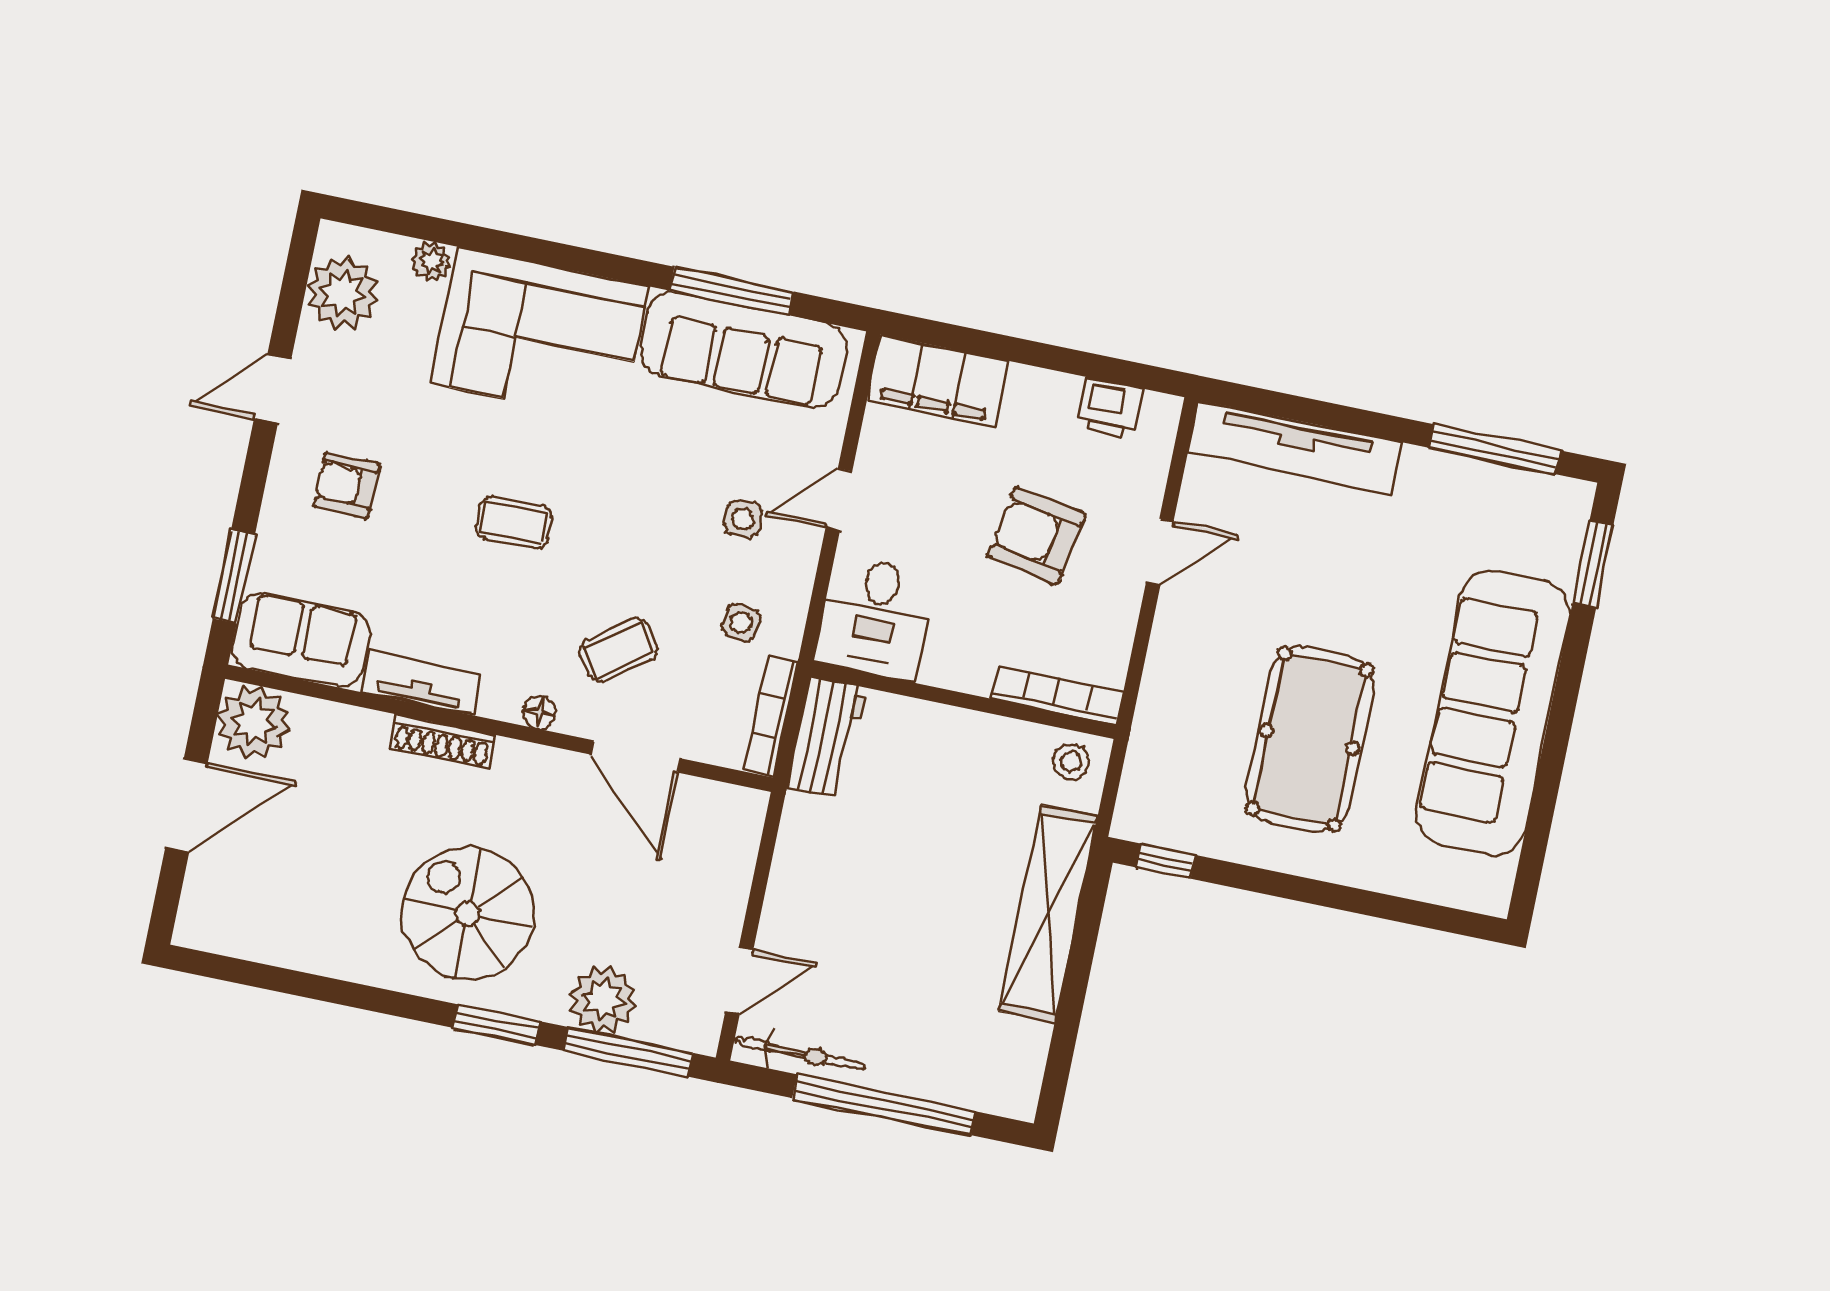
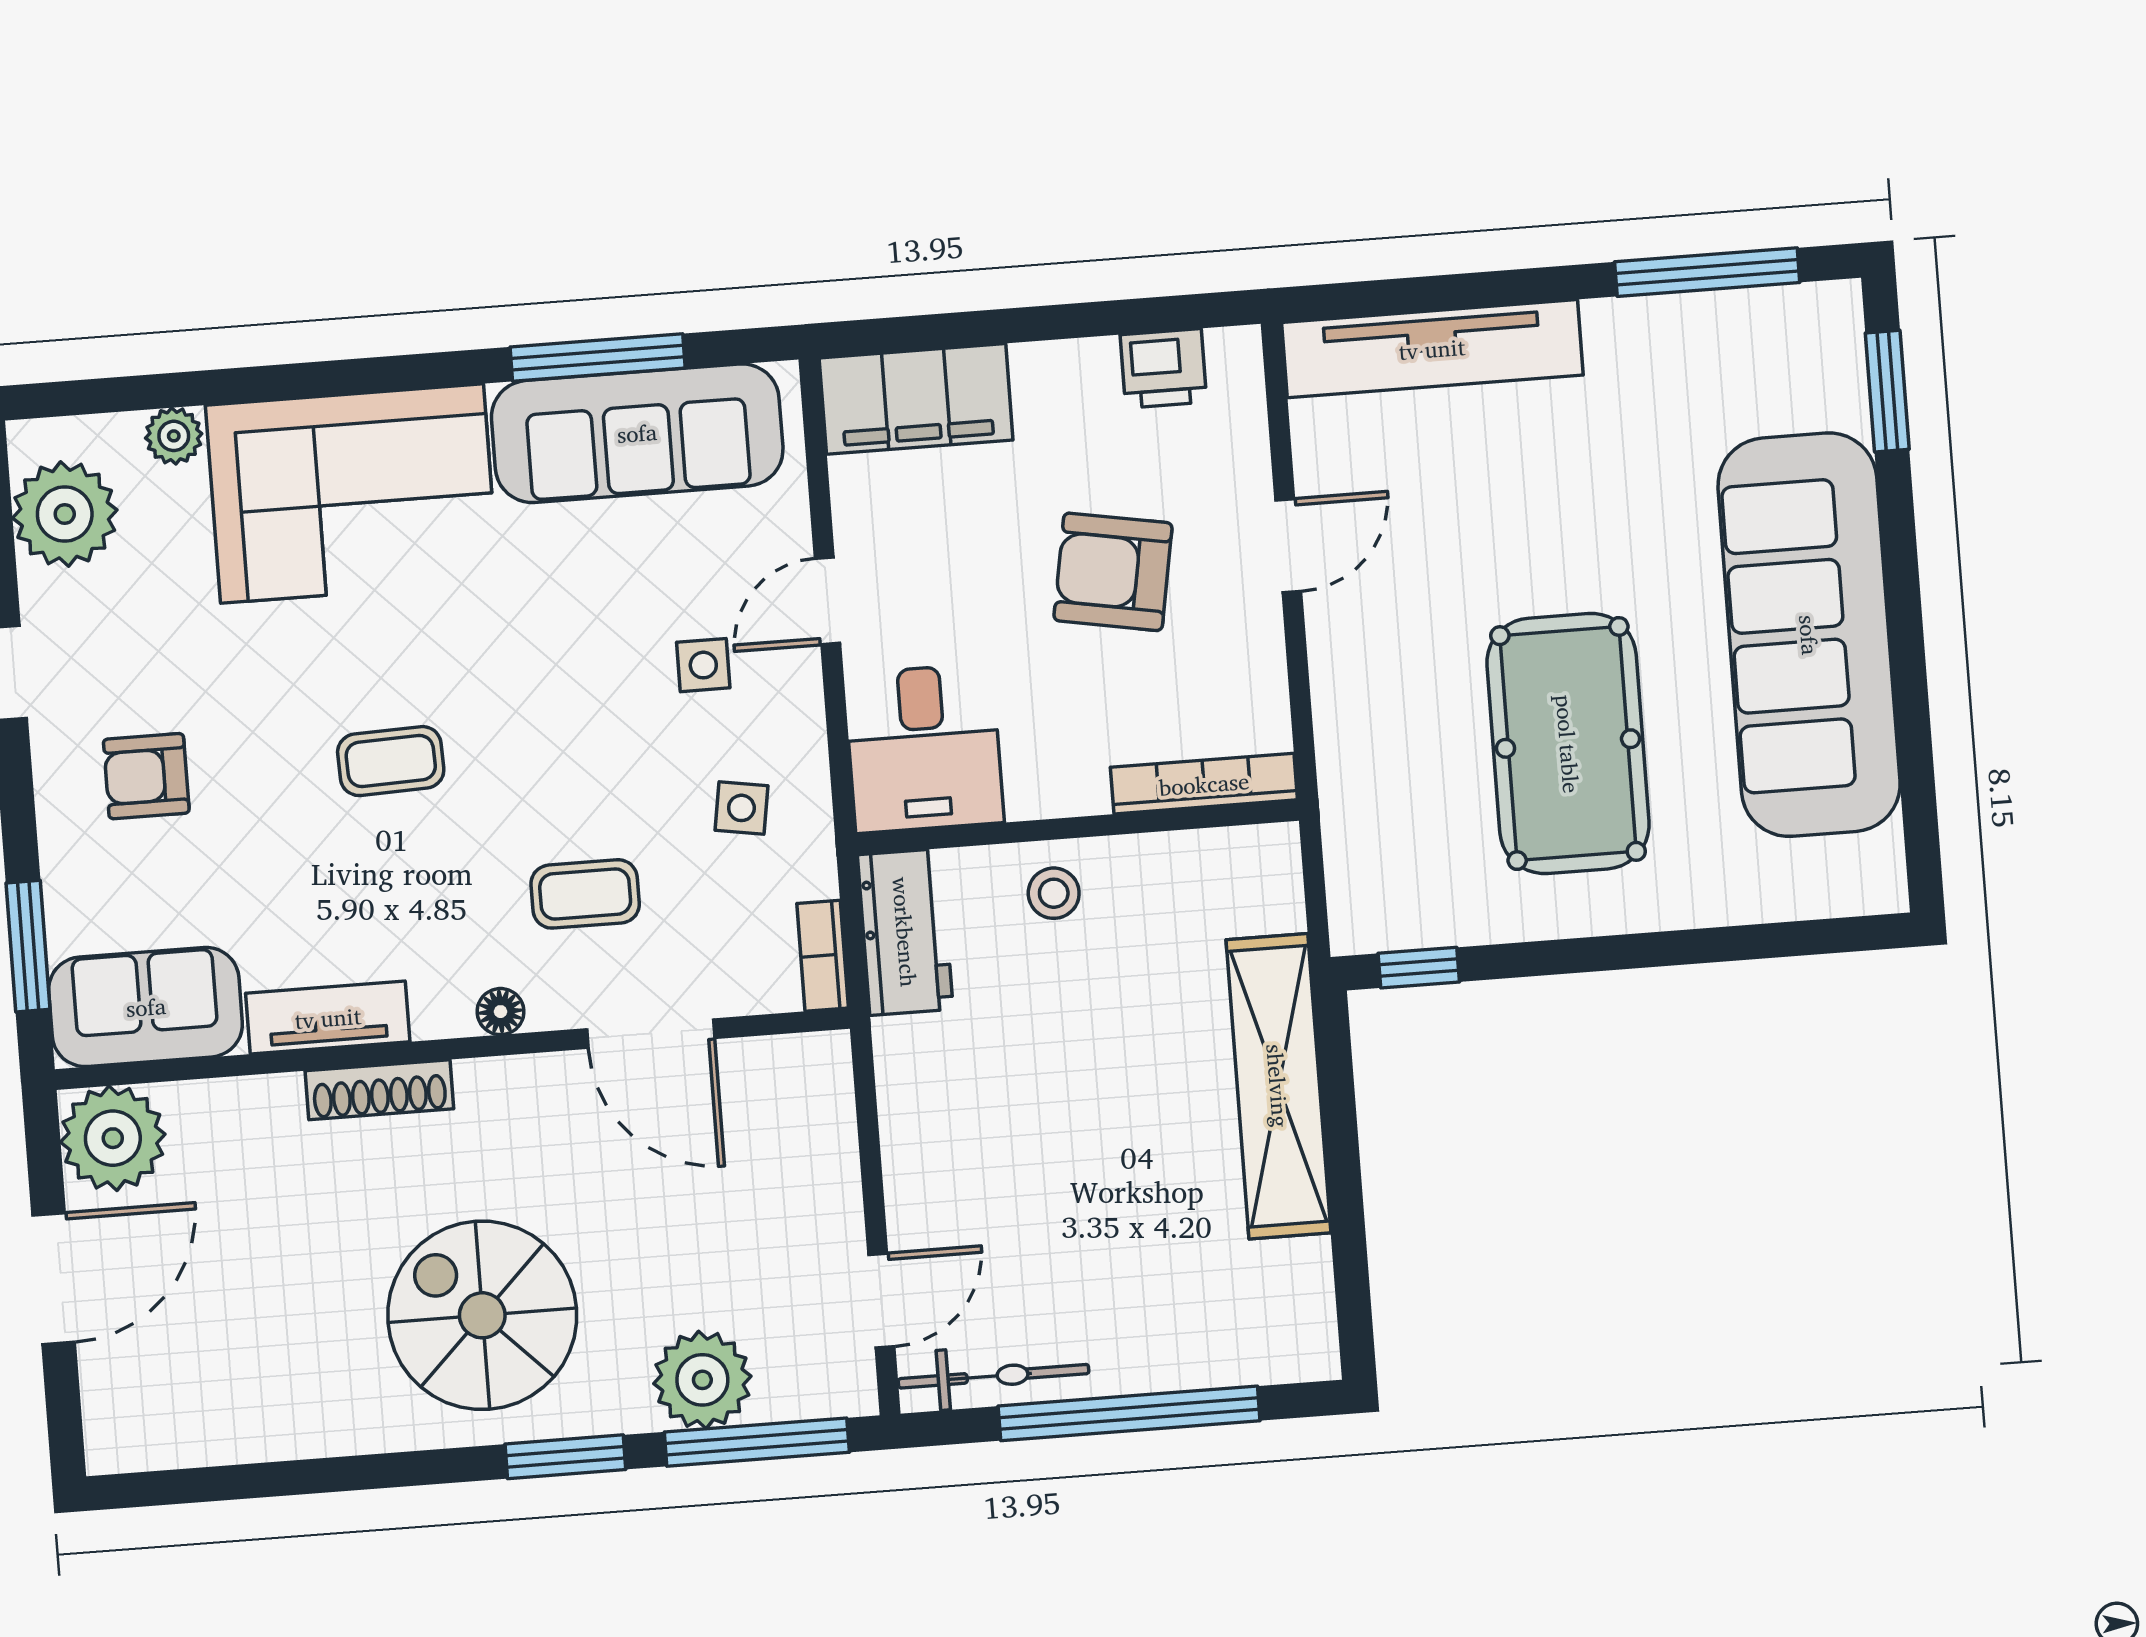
coffee table: (619, 650) -> (585, 894), turned 36
bookcase: (771, 716) -> (823, 956), width x0.64
stool: (1071, 762) -> (1054, 893), moved

